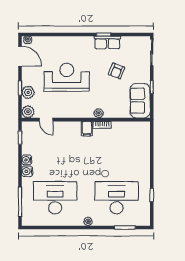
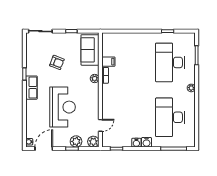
row of seats: (107, 42) -> (32, 88), moved
reception desk: (67, 77) -> (63, 107), turned 180
sofa: (140, 101) -> (90, 50), moved, turned 90
filing cabinet: (87, 129) -> (108, 62), moved

